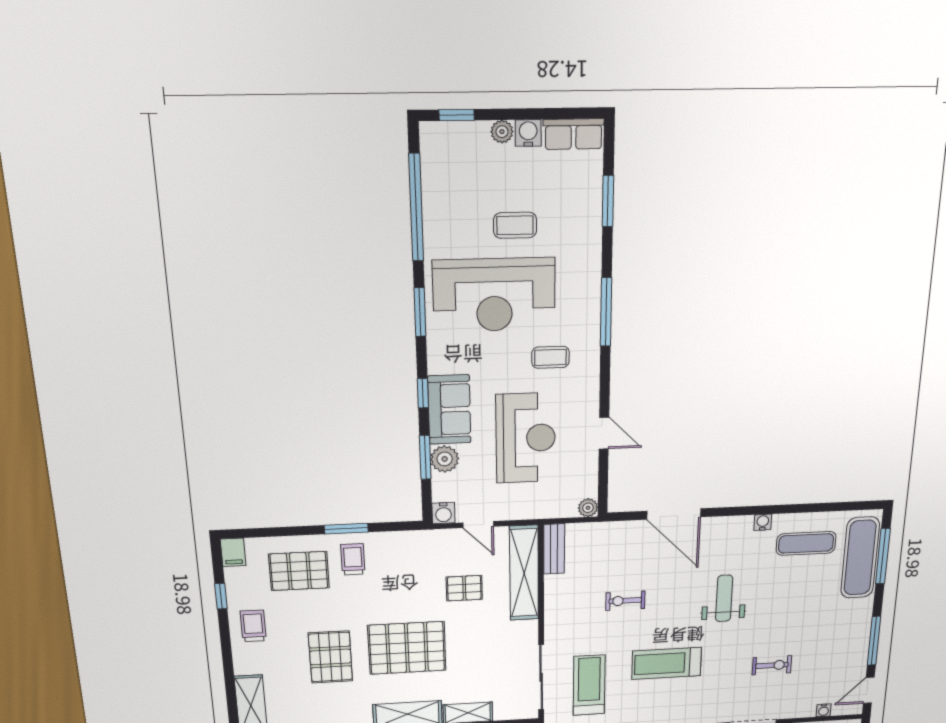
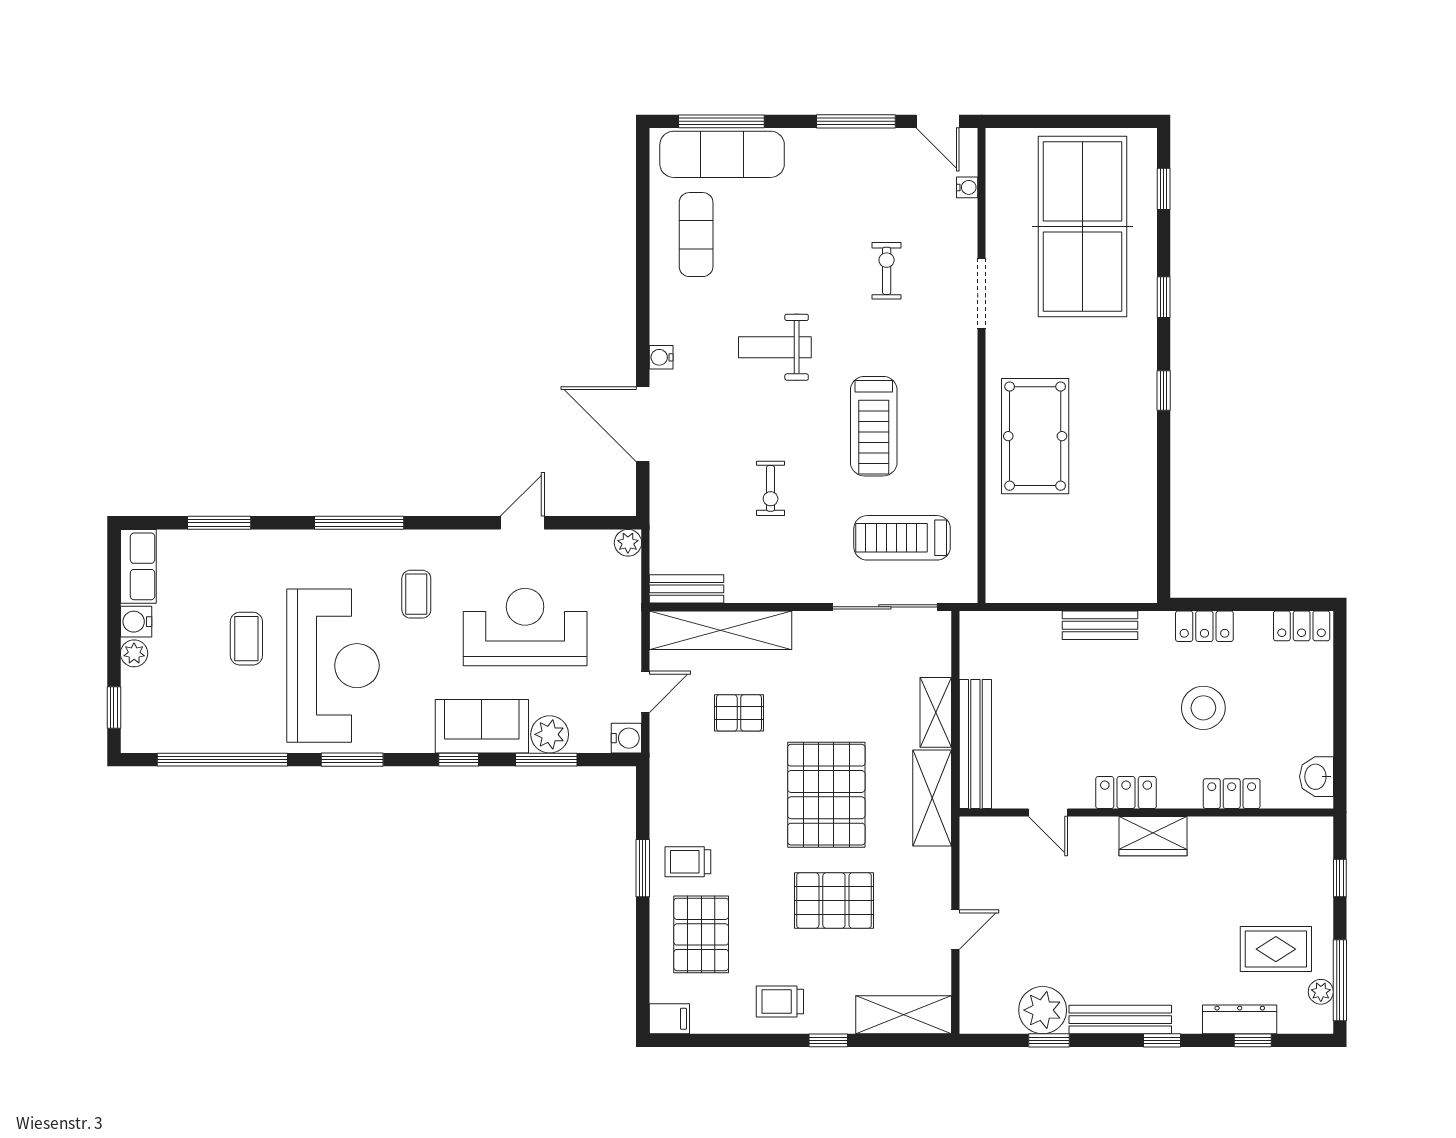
door: (674, 514) -> (643, 424), swing flipped
water cooler: (763, 522) -> (661, 357), moved
pallet: (464, 588) -> (739, 713), turned 90
window: (221, 596) -> (828, 1040), moved

